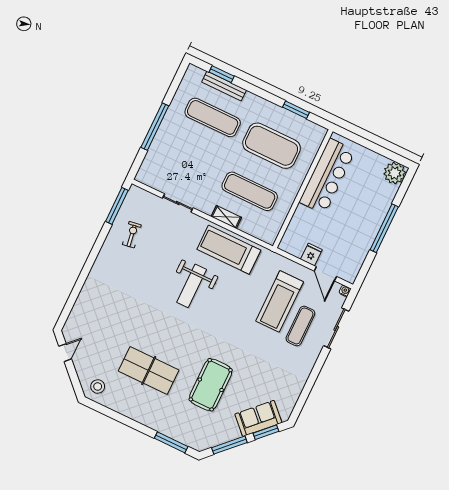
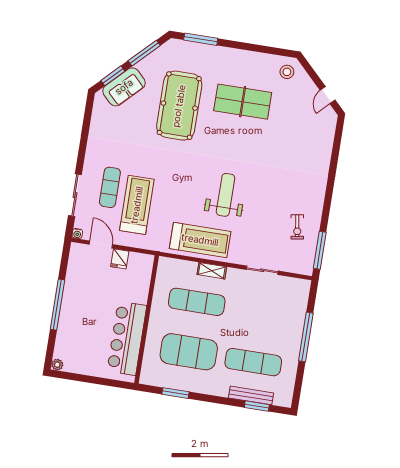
plant: (395, 173) -> (57, 365), width x0.53, depth x0.53
pool table: (211, 385) -> (179, 106), width x1.36, depth x1.32

